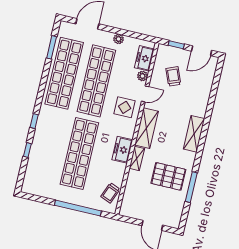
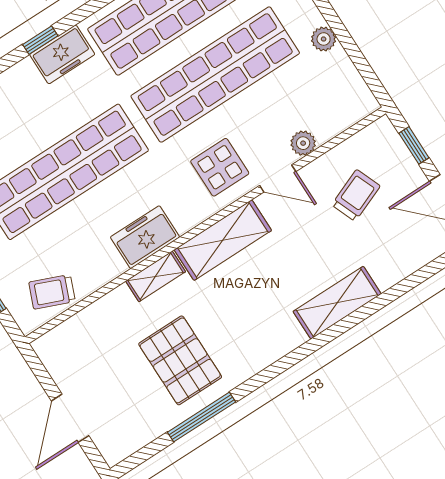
freezer: (144, 58) -> (62, 54), moved, turned 180
shelving: (194, 134) -> (337, 303), moved

